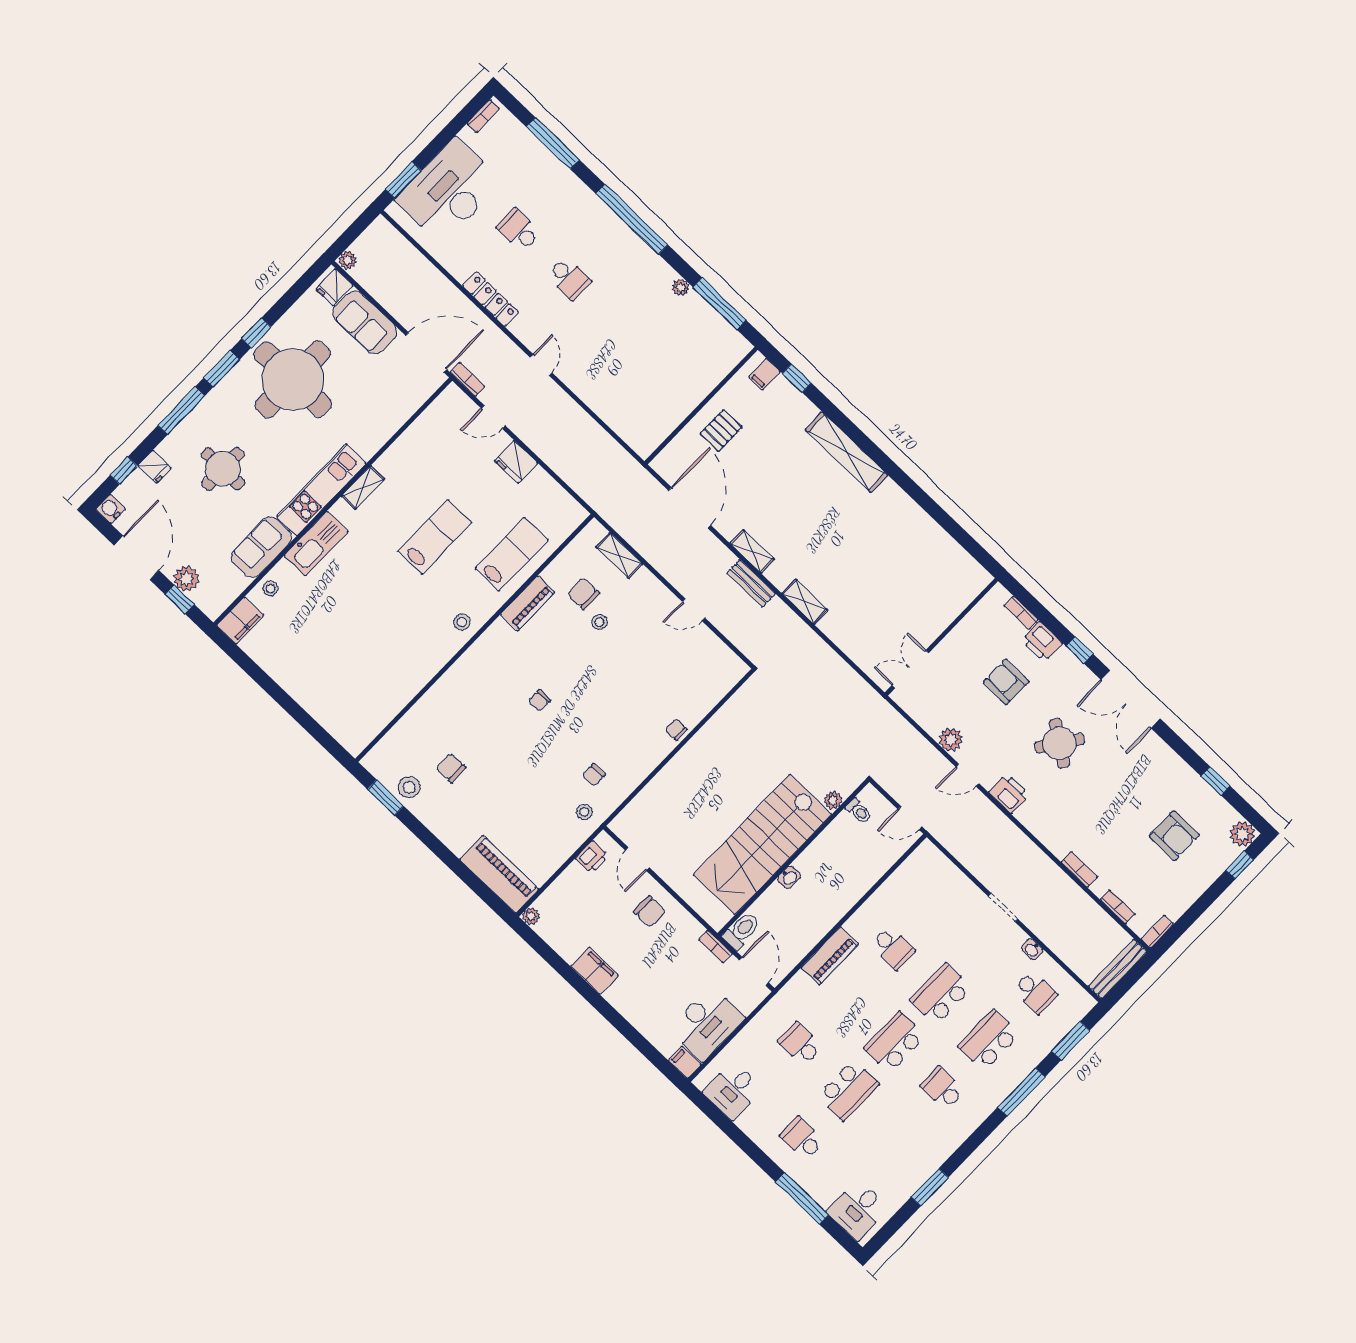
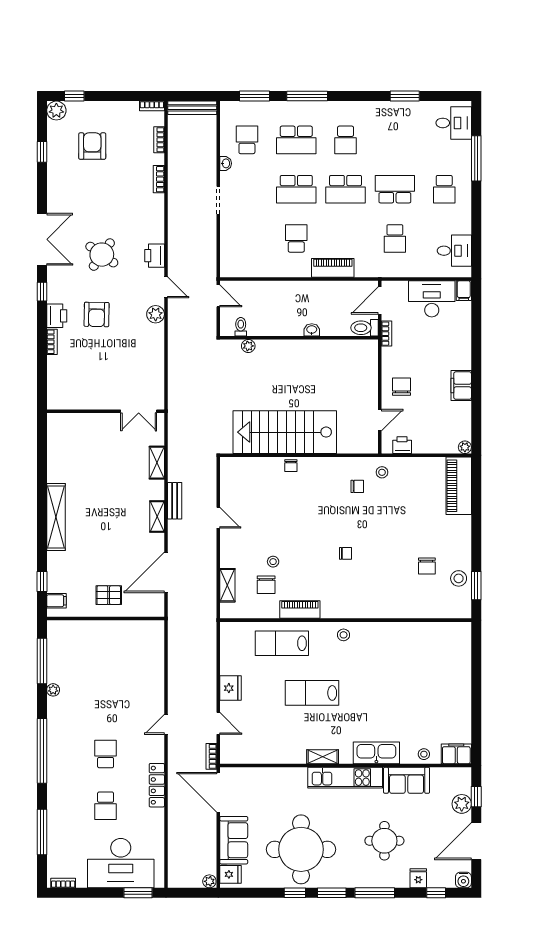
wall: (941, 637) -> (106, 411), moved
double door: (910, 669) -> (139, 411), moved
stairs: (763, 844) -> (285, 432), moved, turned 180

